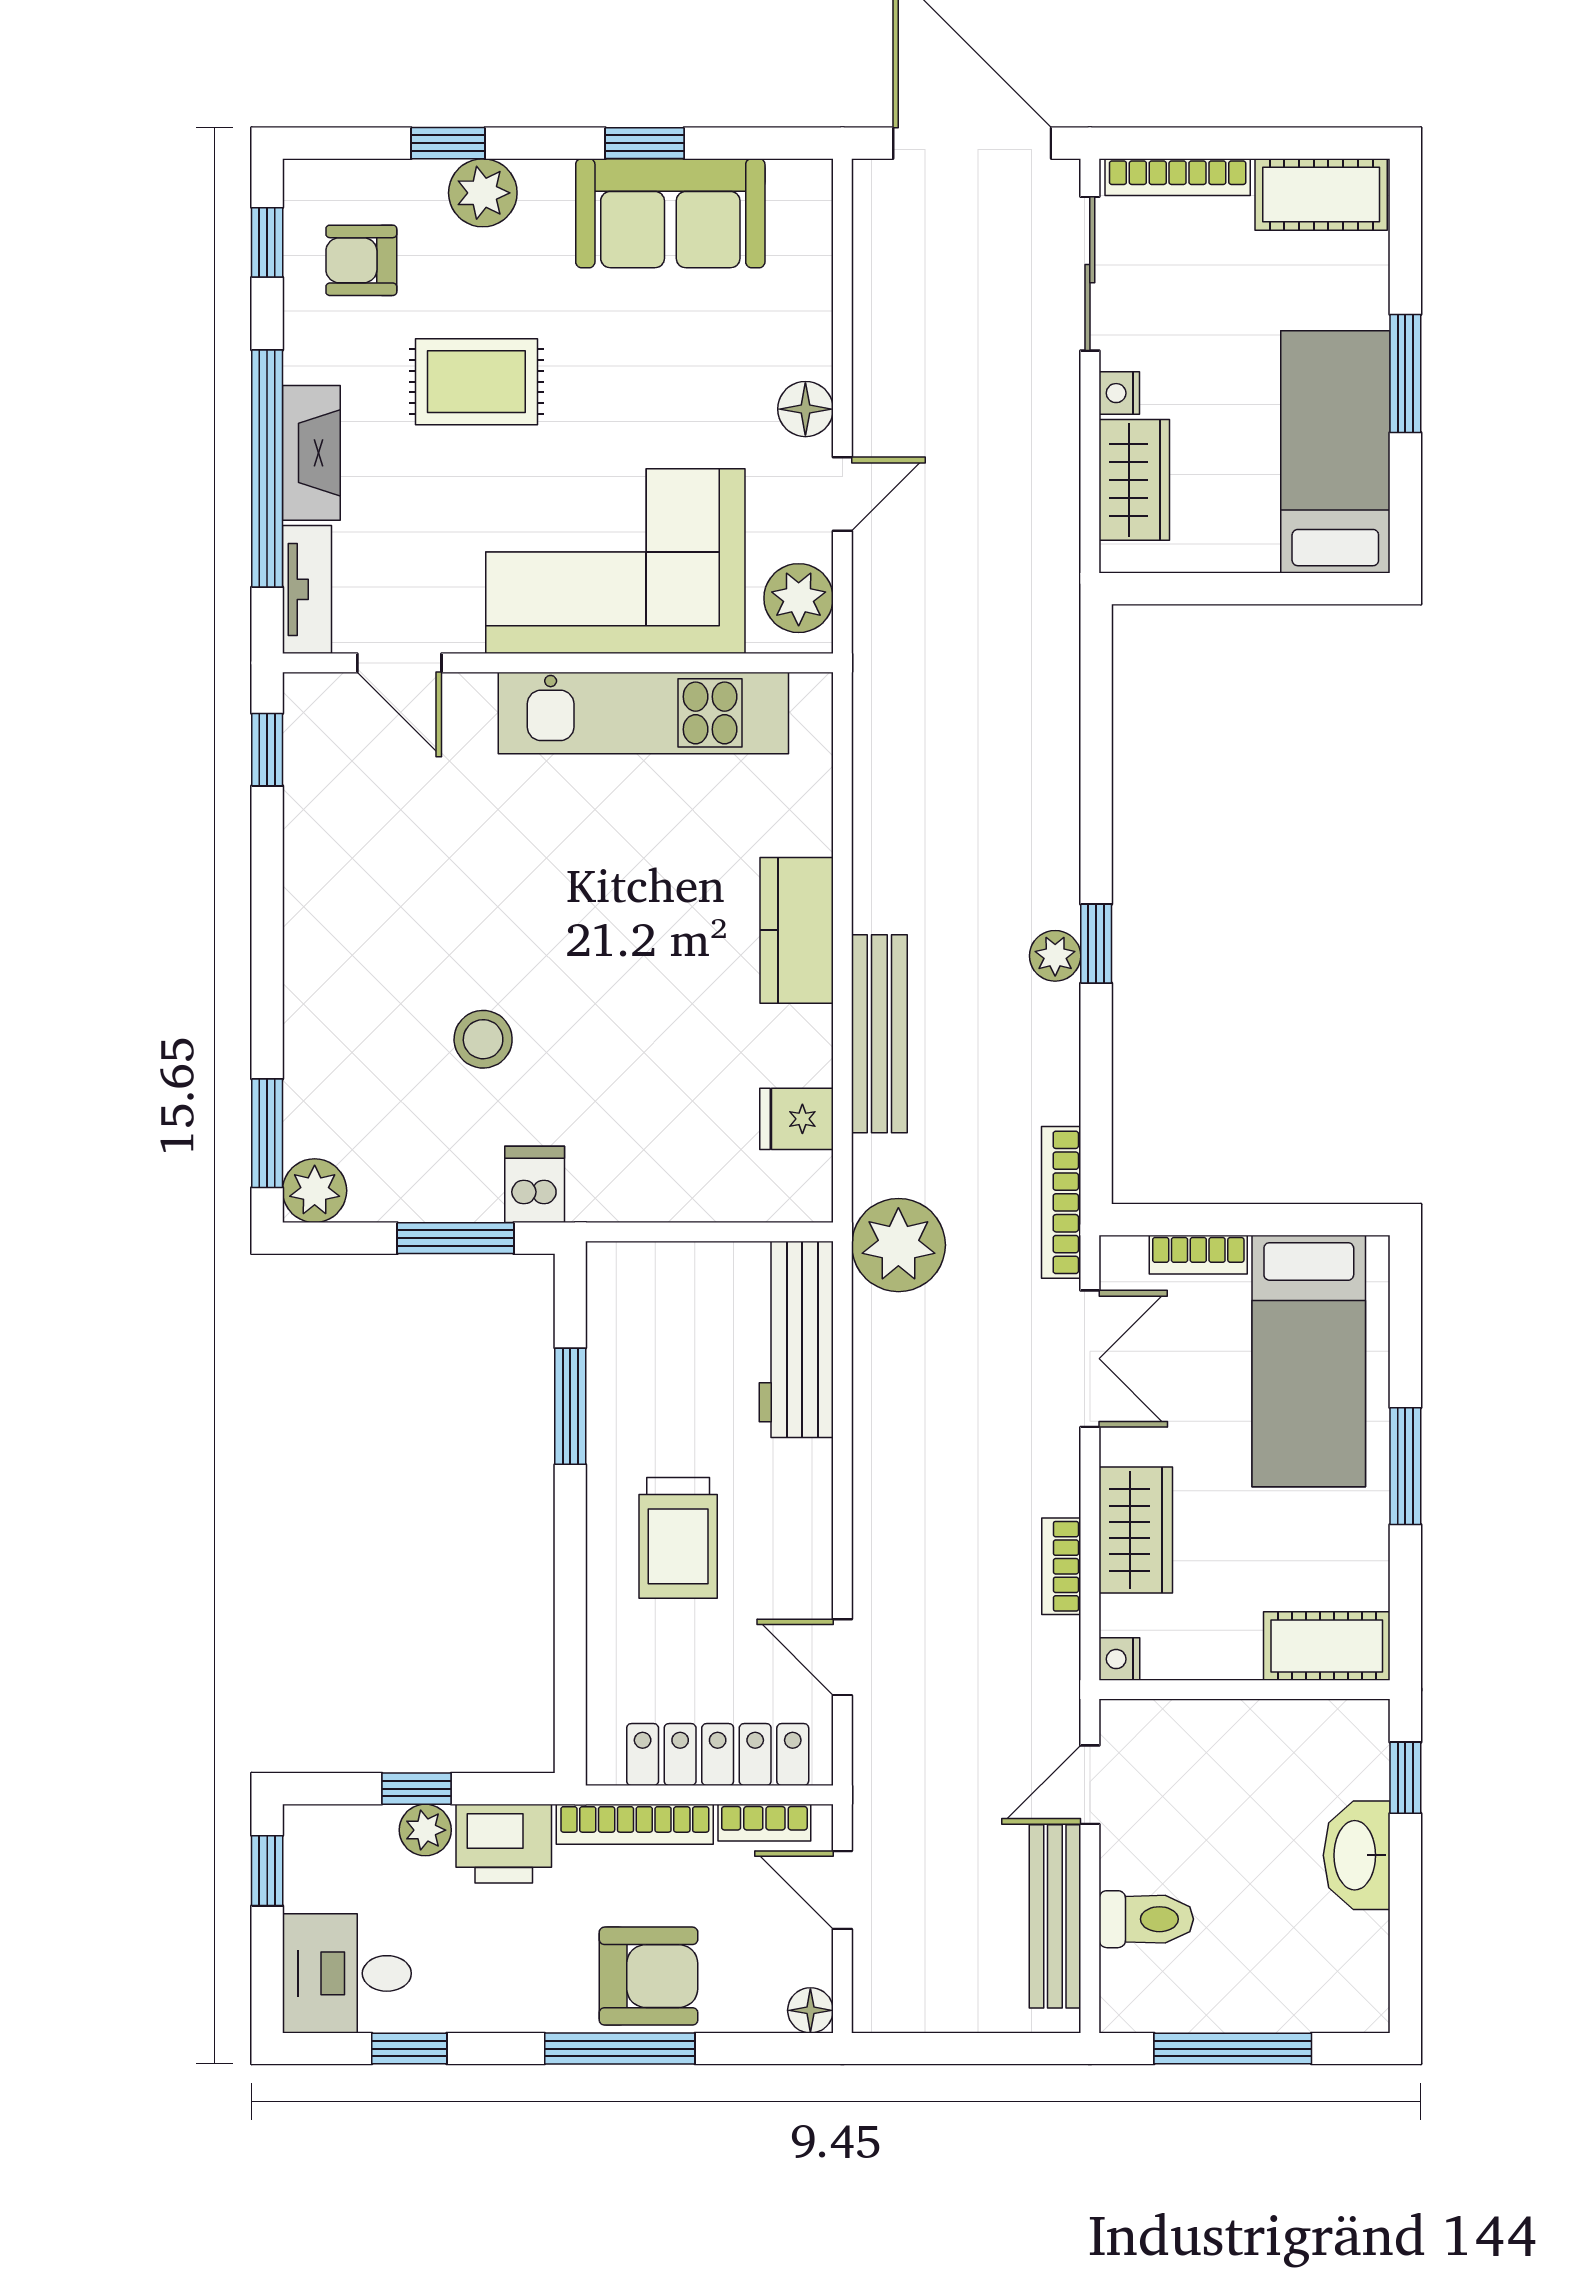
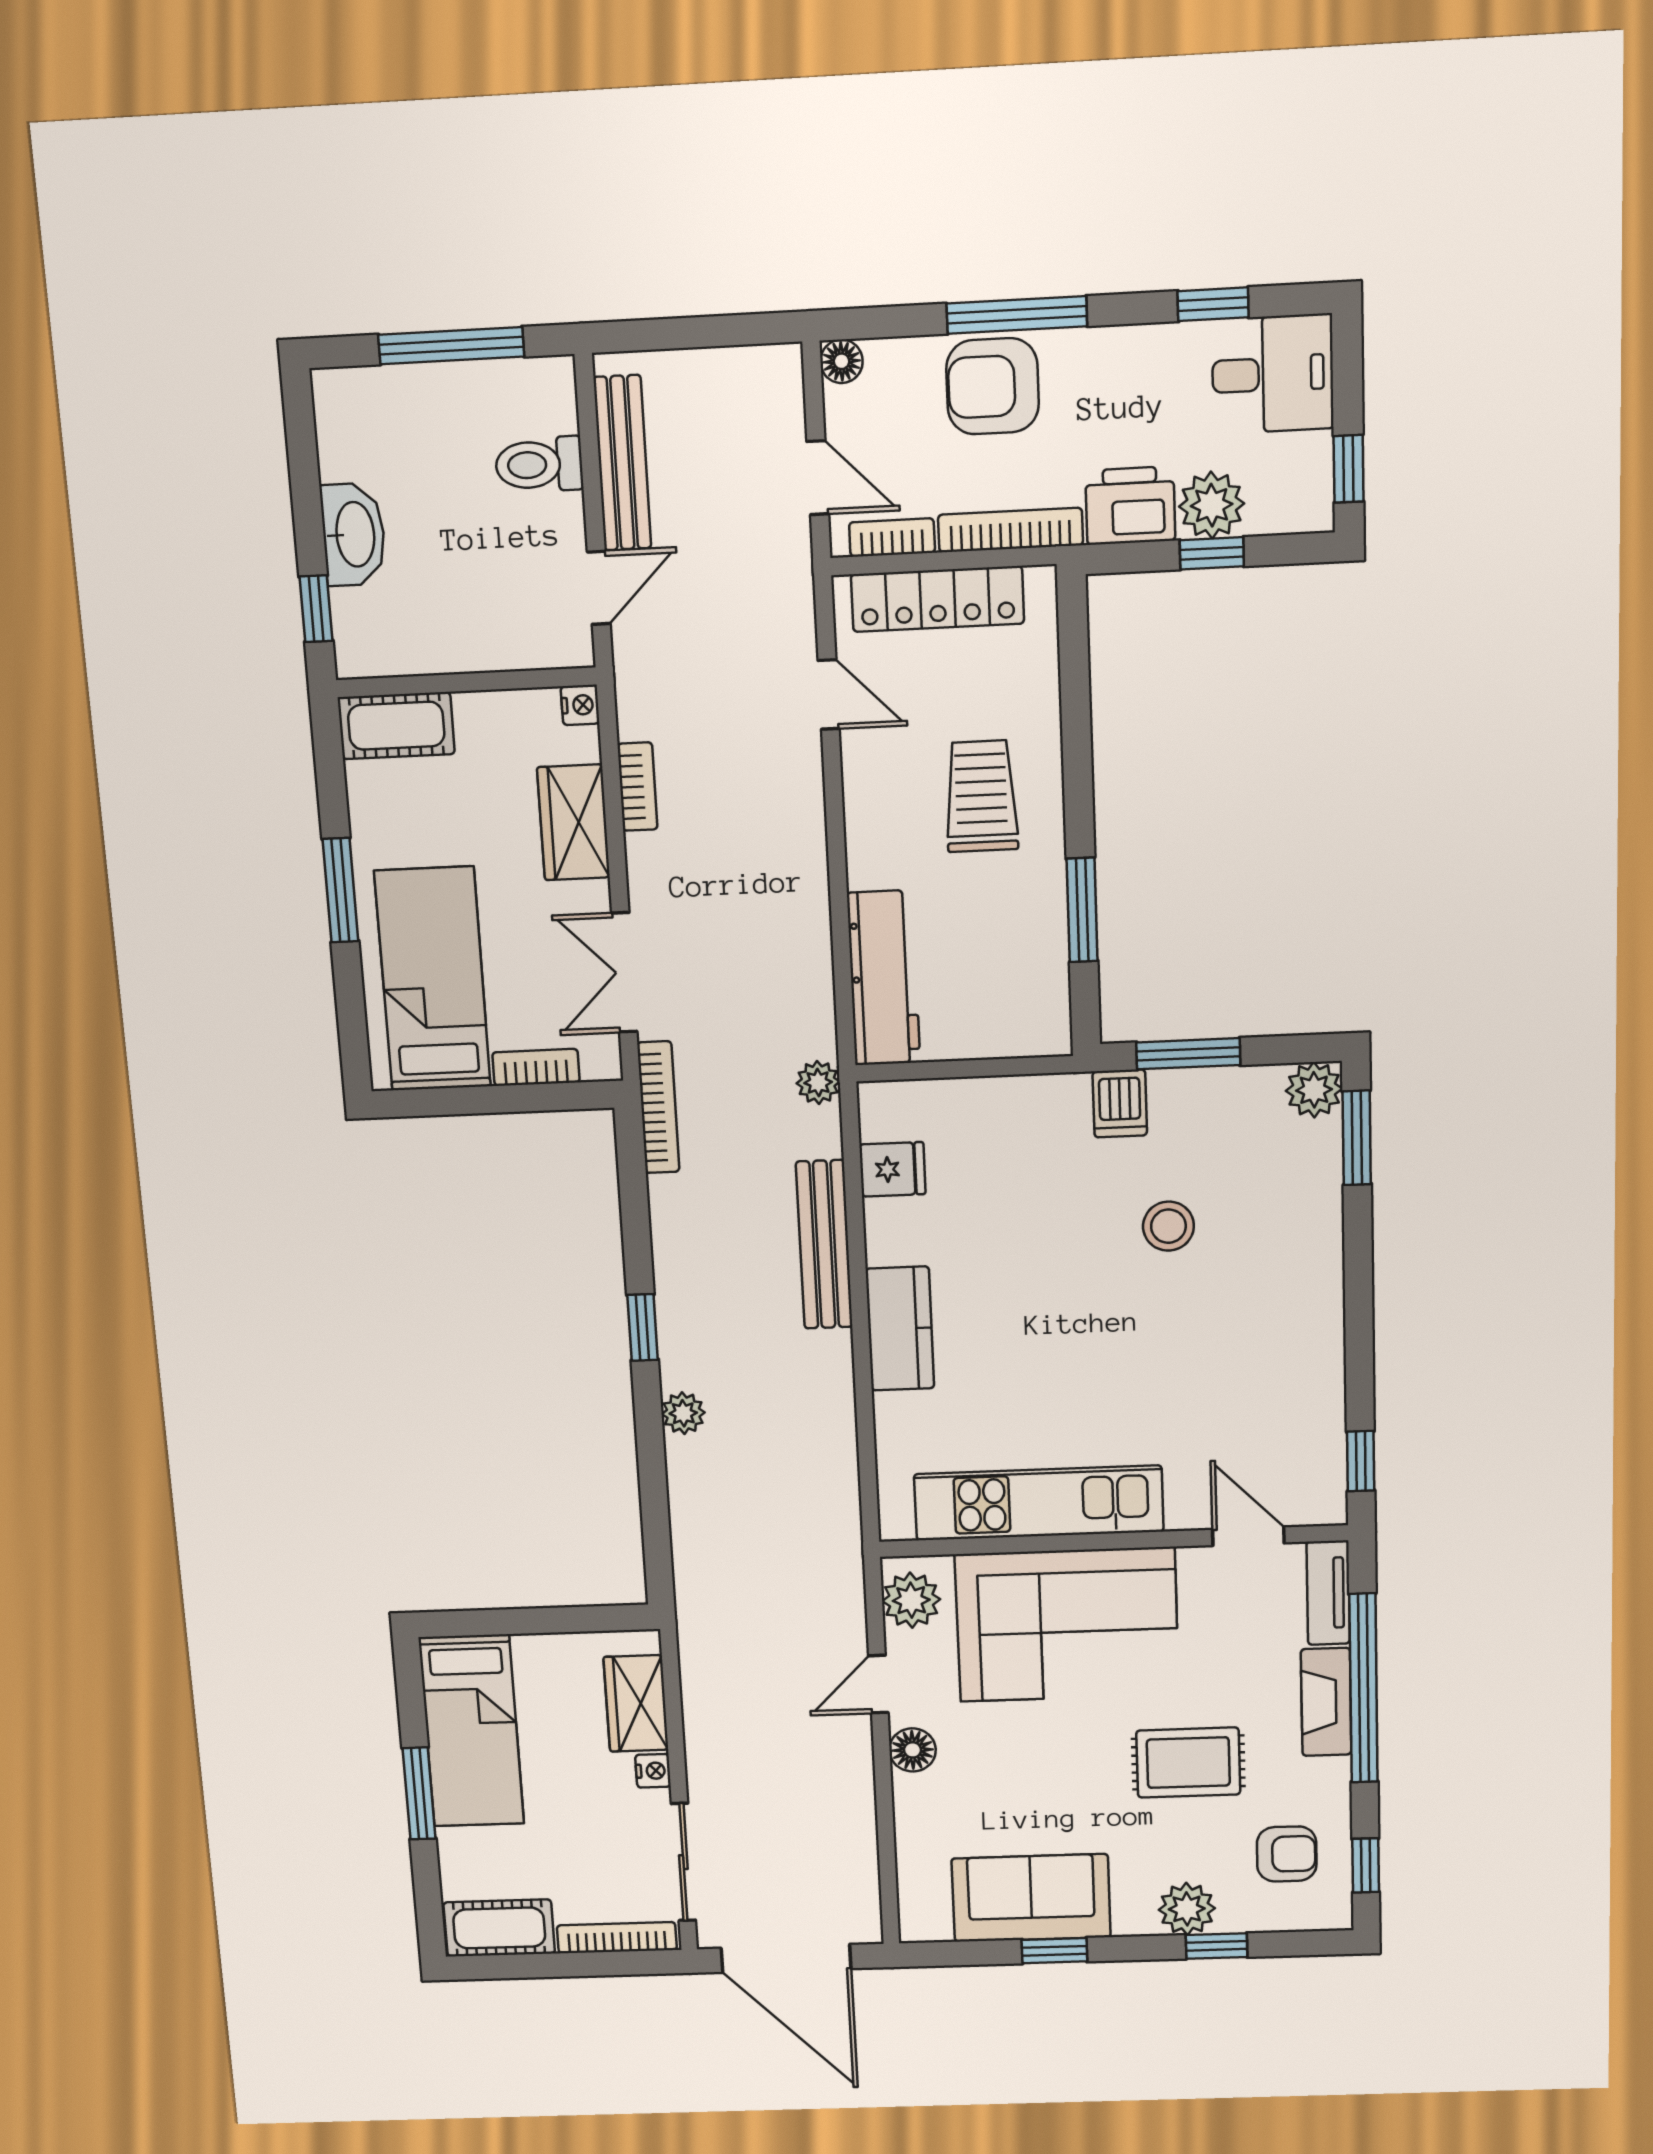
plant: (1055, 956) -> (683, 1413), moved
plant: (898, 1245) -> (818, 1082), width x0.53, depth x0.53
plant: (425, 1830) -> (1212, 505), width x1.38, depth x1.38

